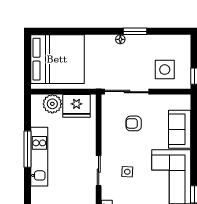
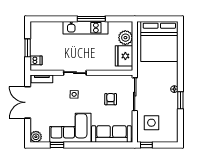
sofa: (180, 129) -> (111, 134), width x1.36

